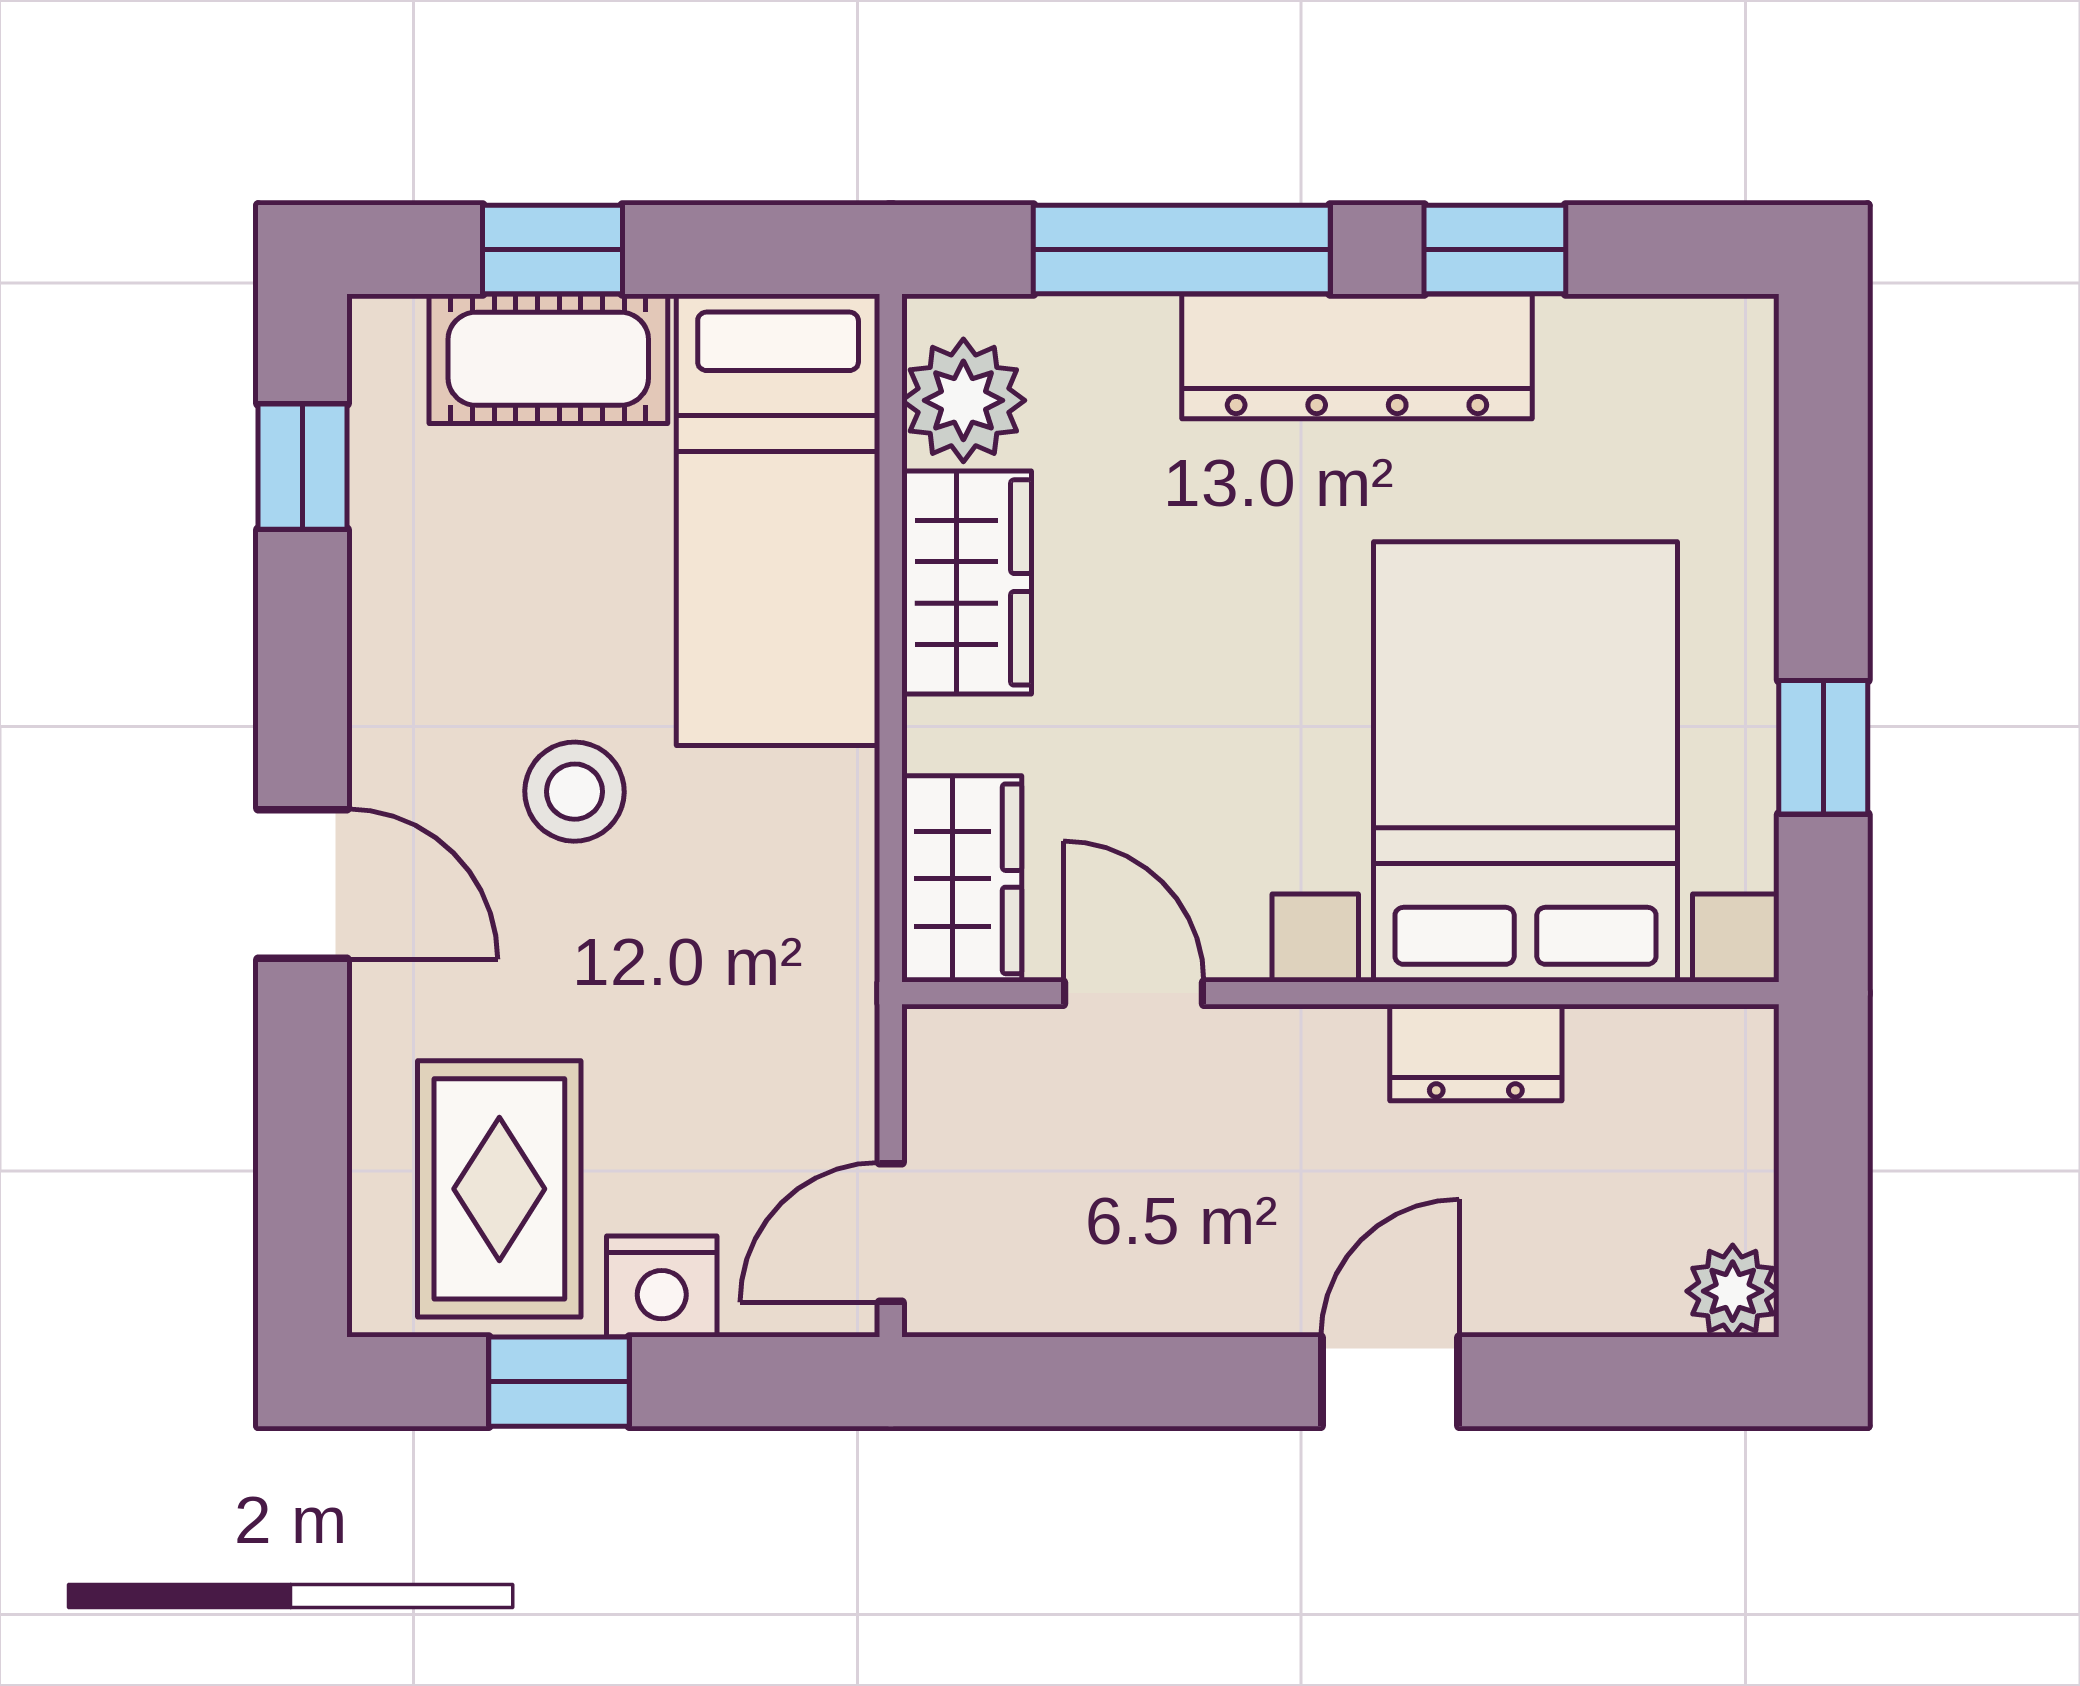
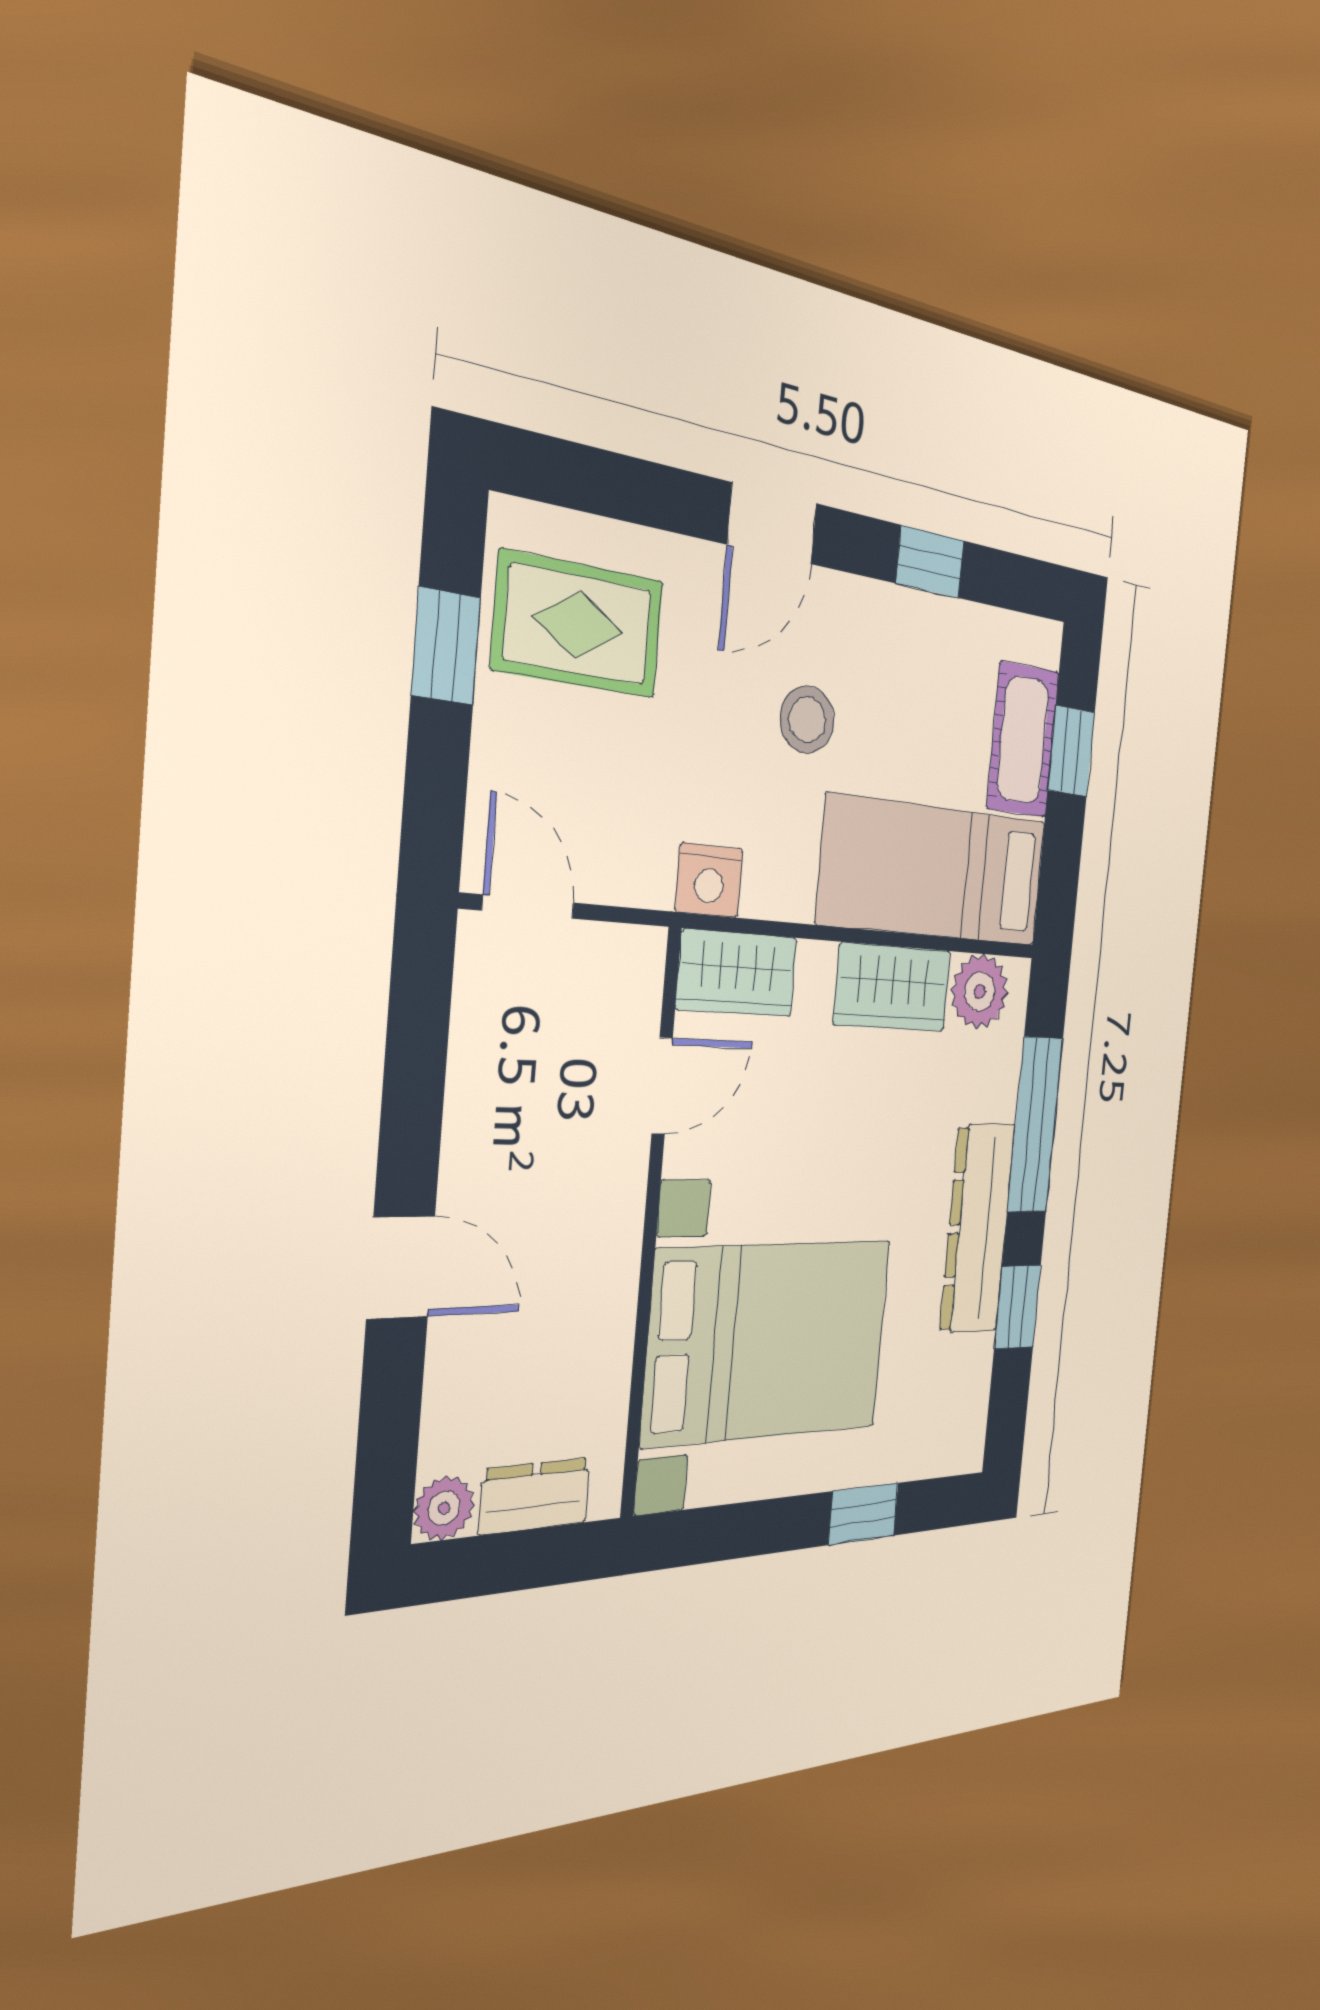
window: (303, 467) -> (930, 562), moved
window: (1823, 747) -> (864, 1514), moved
dresser: (1476, 1053) -> (535, 1496), moved, turned 90
nightstand: (662, 1287) -> (709, 880), moved, turned -90

